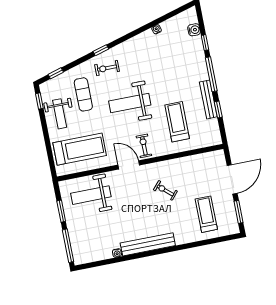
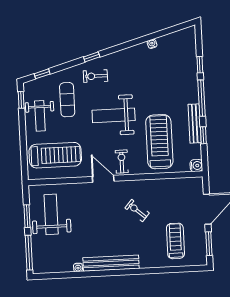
water cooler: (194, 30) -> (196, 166), moved
treadmill: (177, 122) -> (159, 142), width x1.37, depth x1.38
weight bench: (91, 195) -> (51, 214), moved, turned 90

